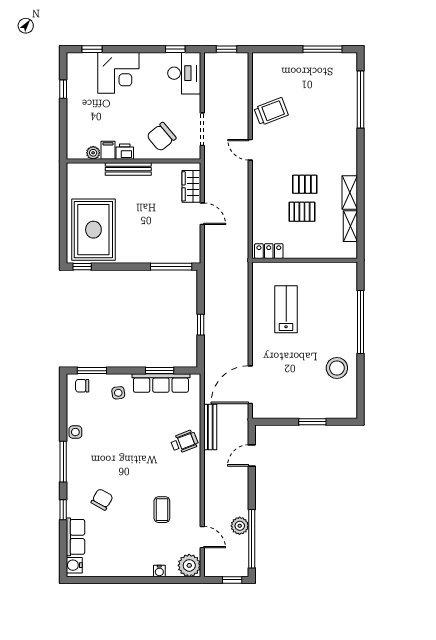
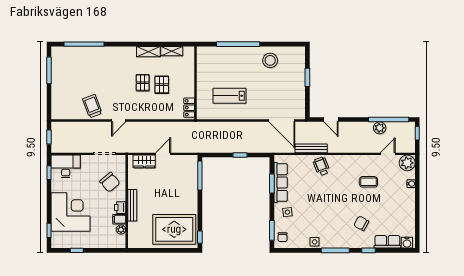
corner desk: (118, 73) -> (71, 212), width x1.36, depth x1.36

